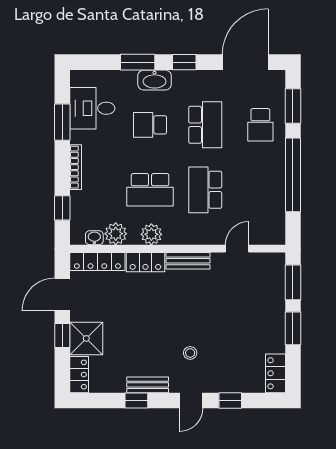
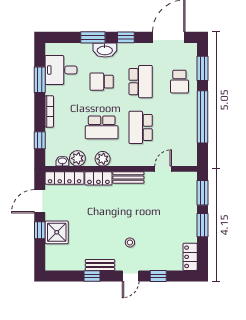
locker: (79, 375) -> (52, 258), removed

